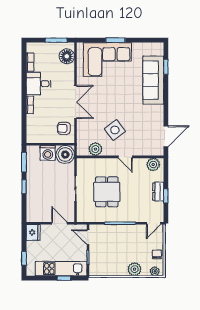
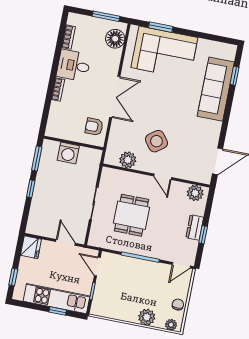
window: (115, 40) -> (161, 27), moved
boiler: (65, 155) -> (89, 159), removed

